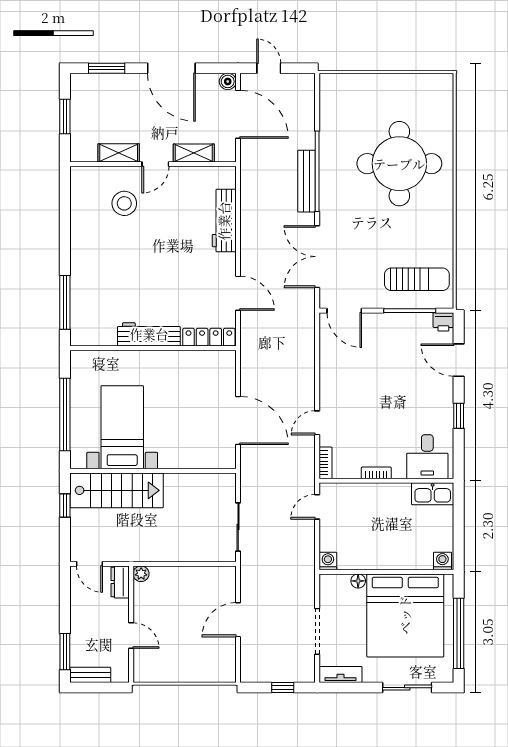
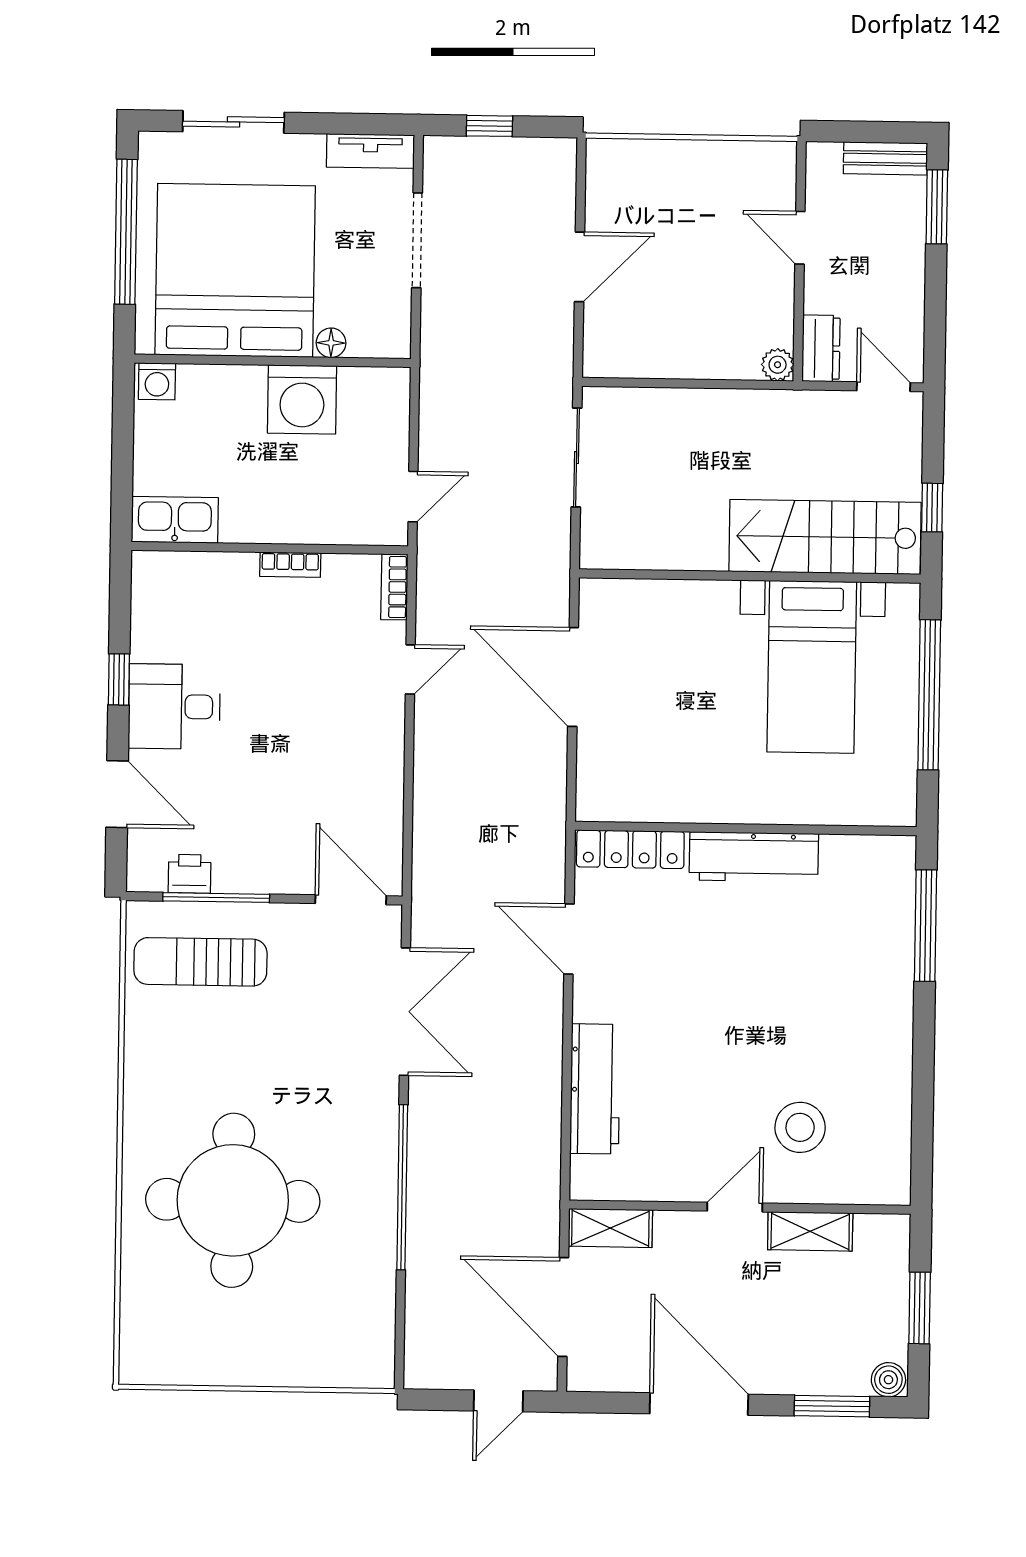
door: (269, 68) -> (498, 1401), hinge flipped
boiler: (228, 81) -> (888, 1380), moved
shelving: (194, 153) -> (610, 1228), moved
bench: (306, 181) -> (424, 1167), removed
printer: (443, 322) -> (189, 874), moved
desk: (427, 457) -> (174, 706), moved, turned -90
washing machine: (328, 561) -> (302, 399), moved, width x1.89, depth x1.89

